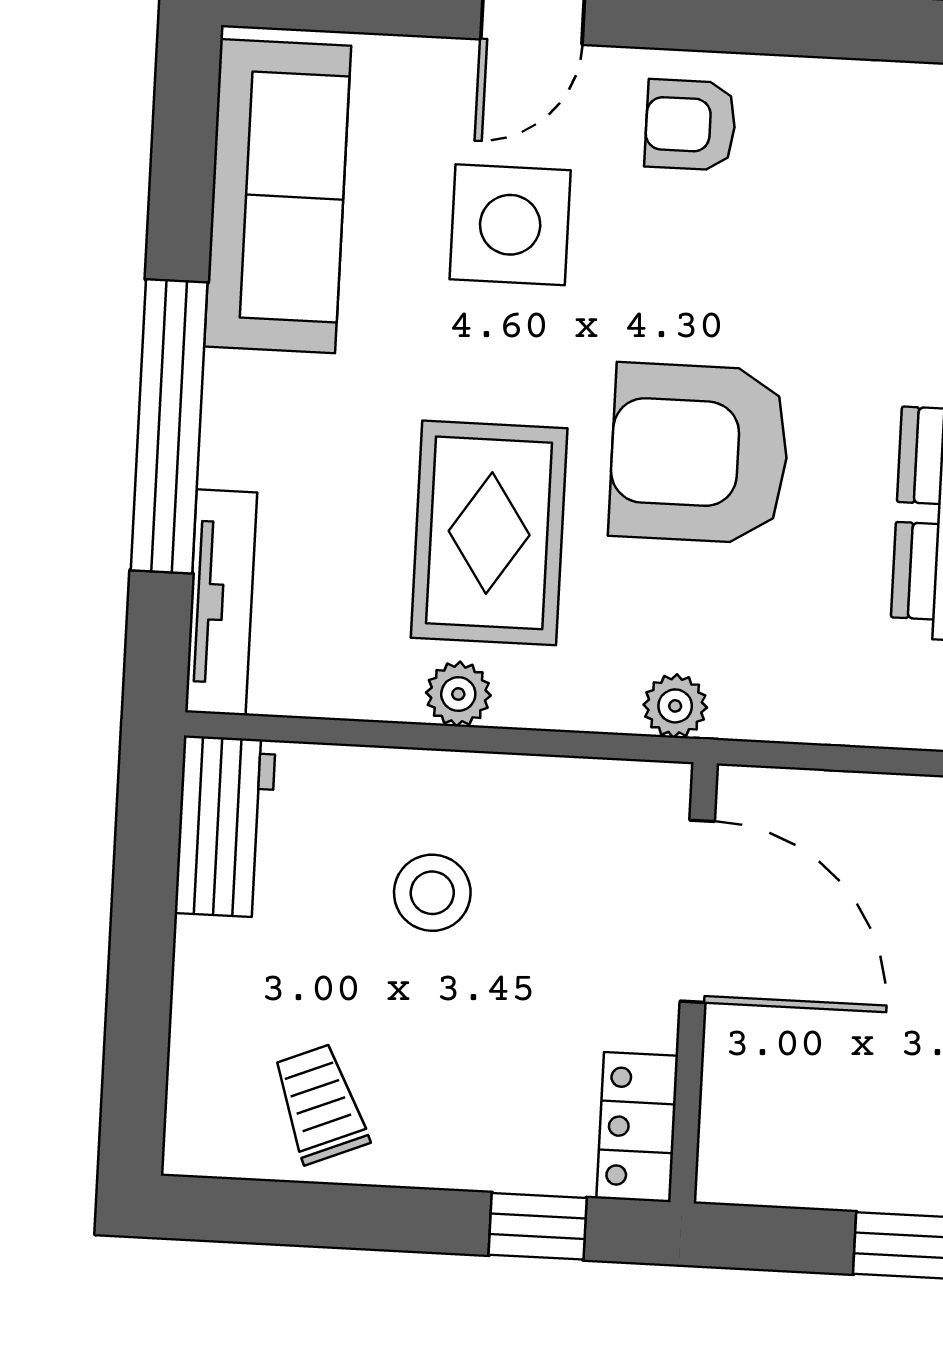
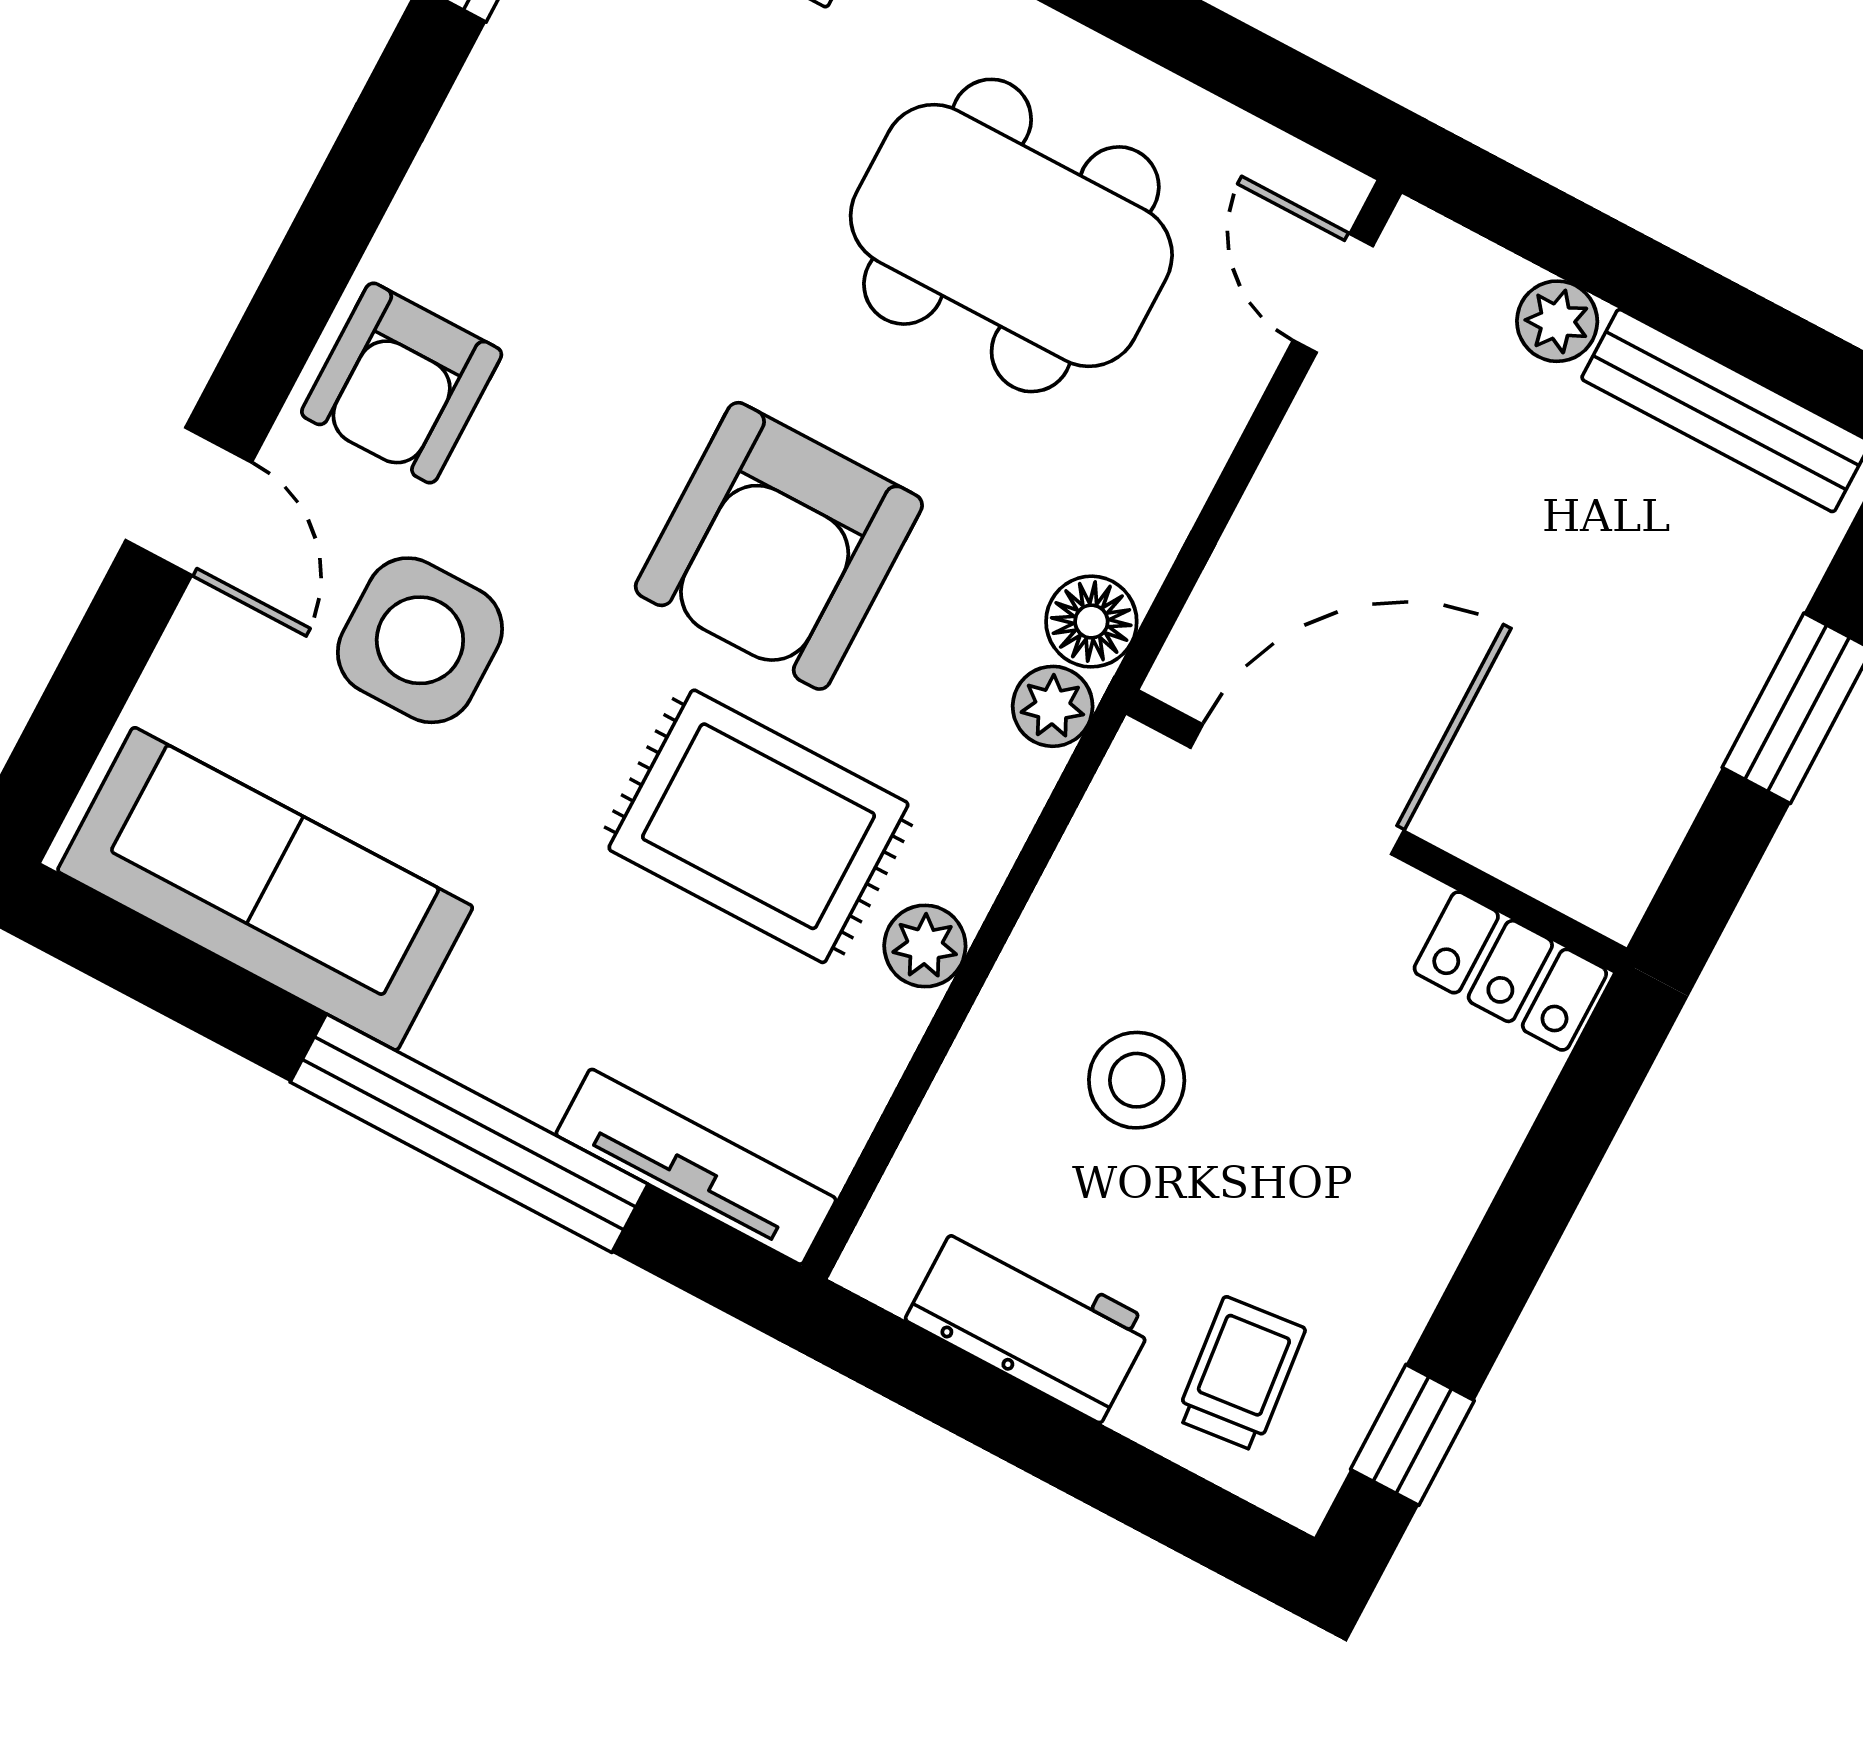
armchair: (690, 125) -> (402, 383), width x1.38, depth x1.38
floor lamp: (750, 706) -> (1091, 622), added
workbench: (225, 827) -> (1029, 1321), moved
trolley: (320, 1104) -> (1240, 1374), moved, turned 106
window: (538, 1226) -> (1412, 1435), moved

